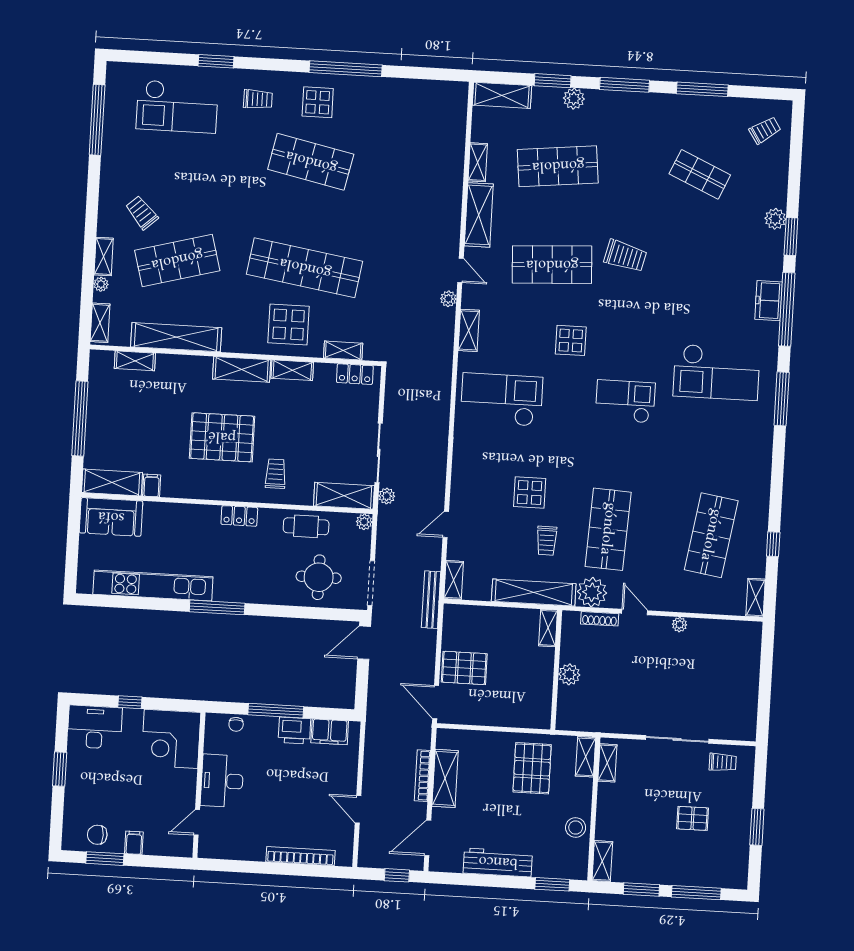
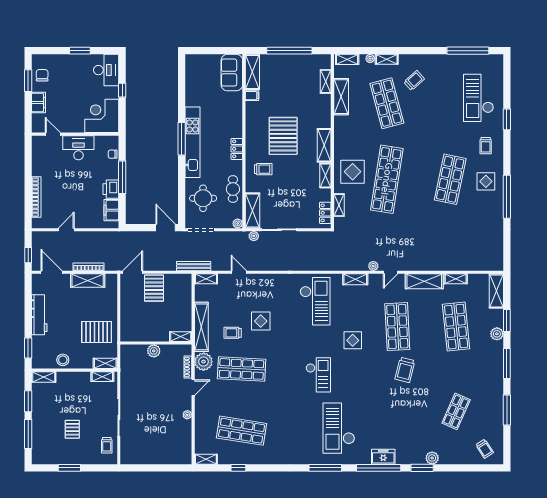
shelving: (176, 337) -> (341, 97), width x0.68
kitchen unit: (153, 585) -> (192, 142), moved
filing cabinet: (134, 843) -> (39, 102), width x2.00

